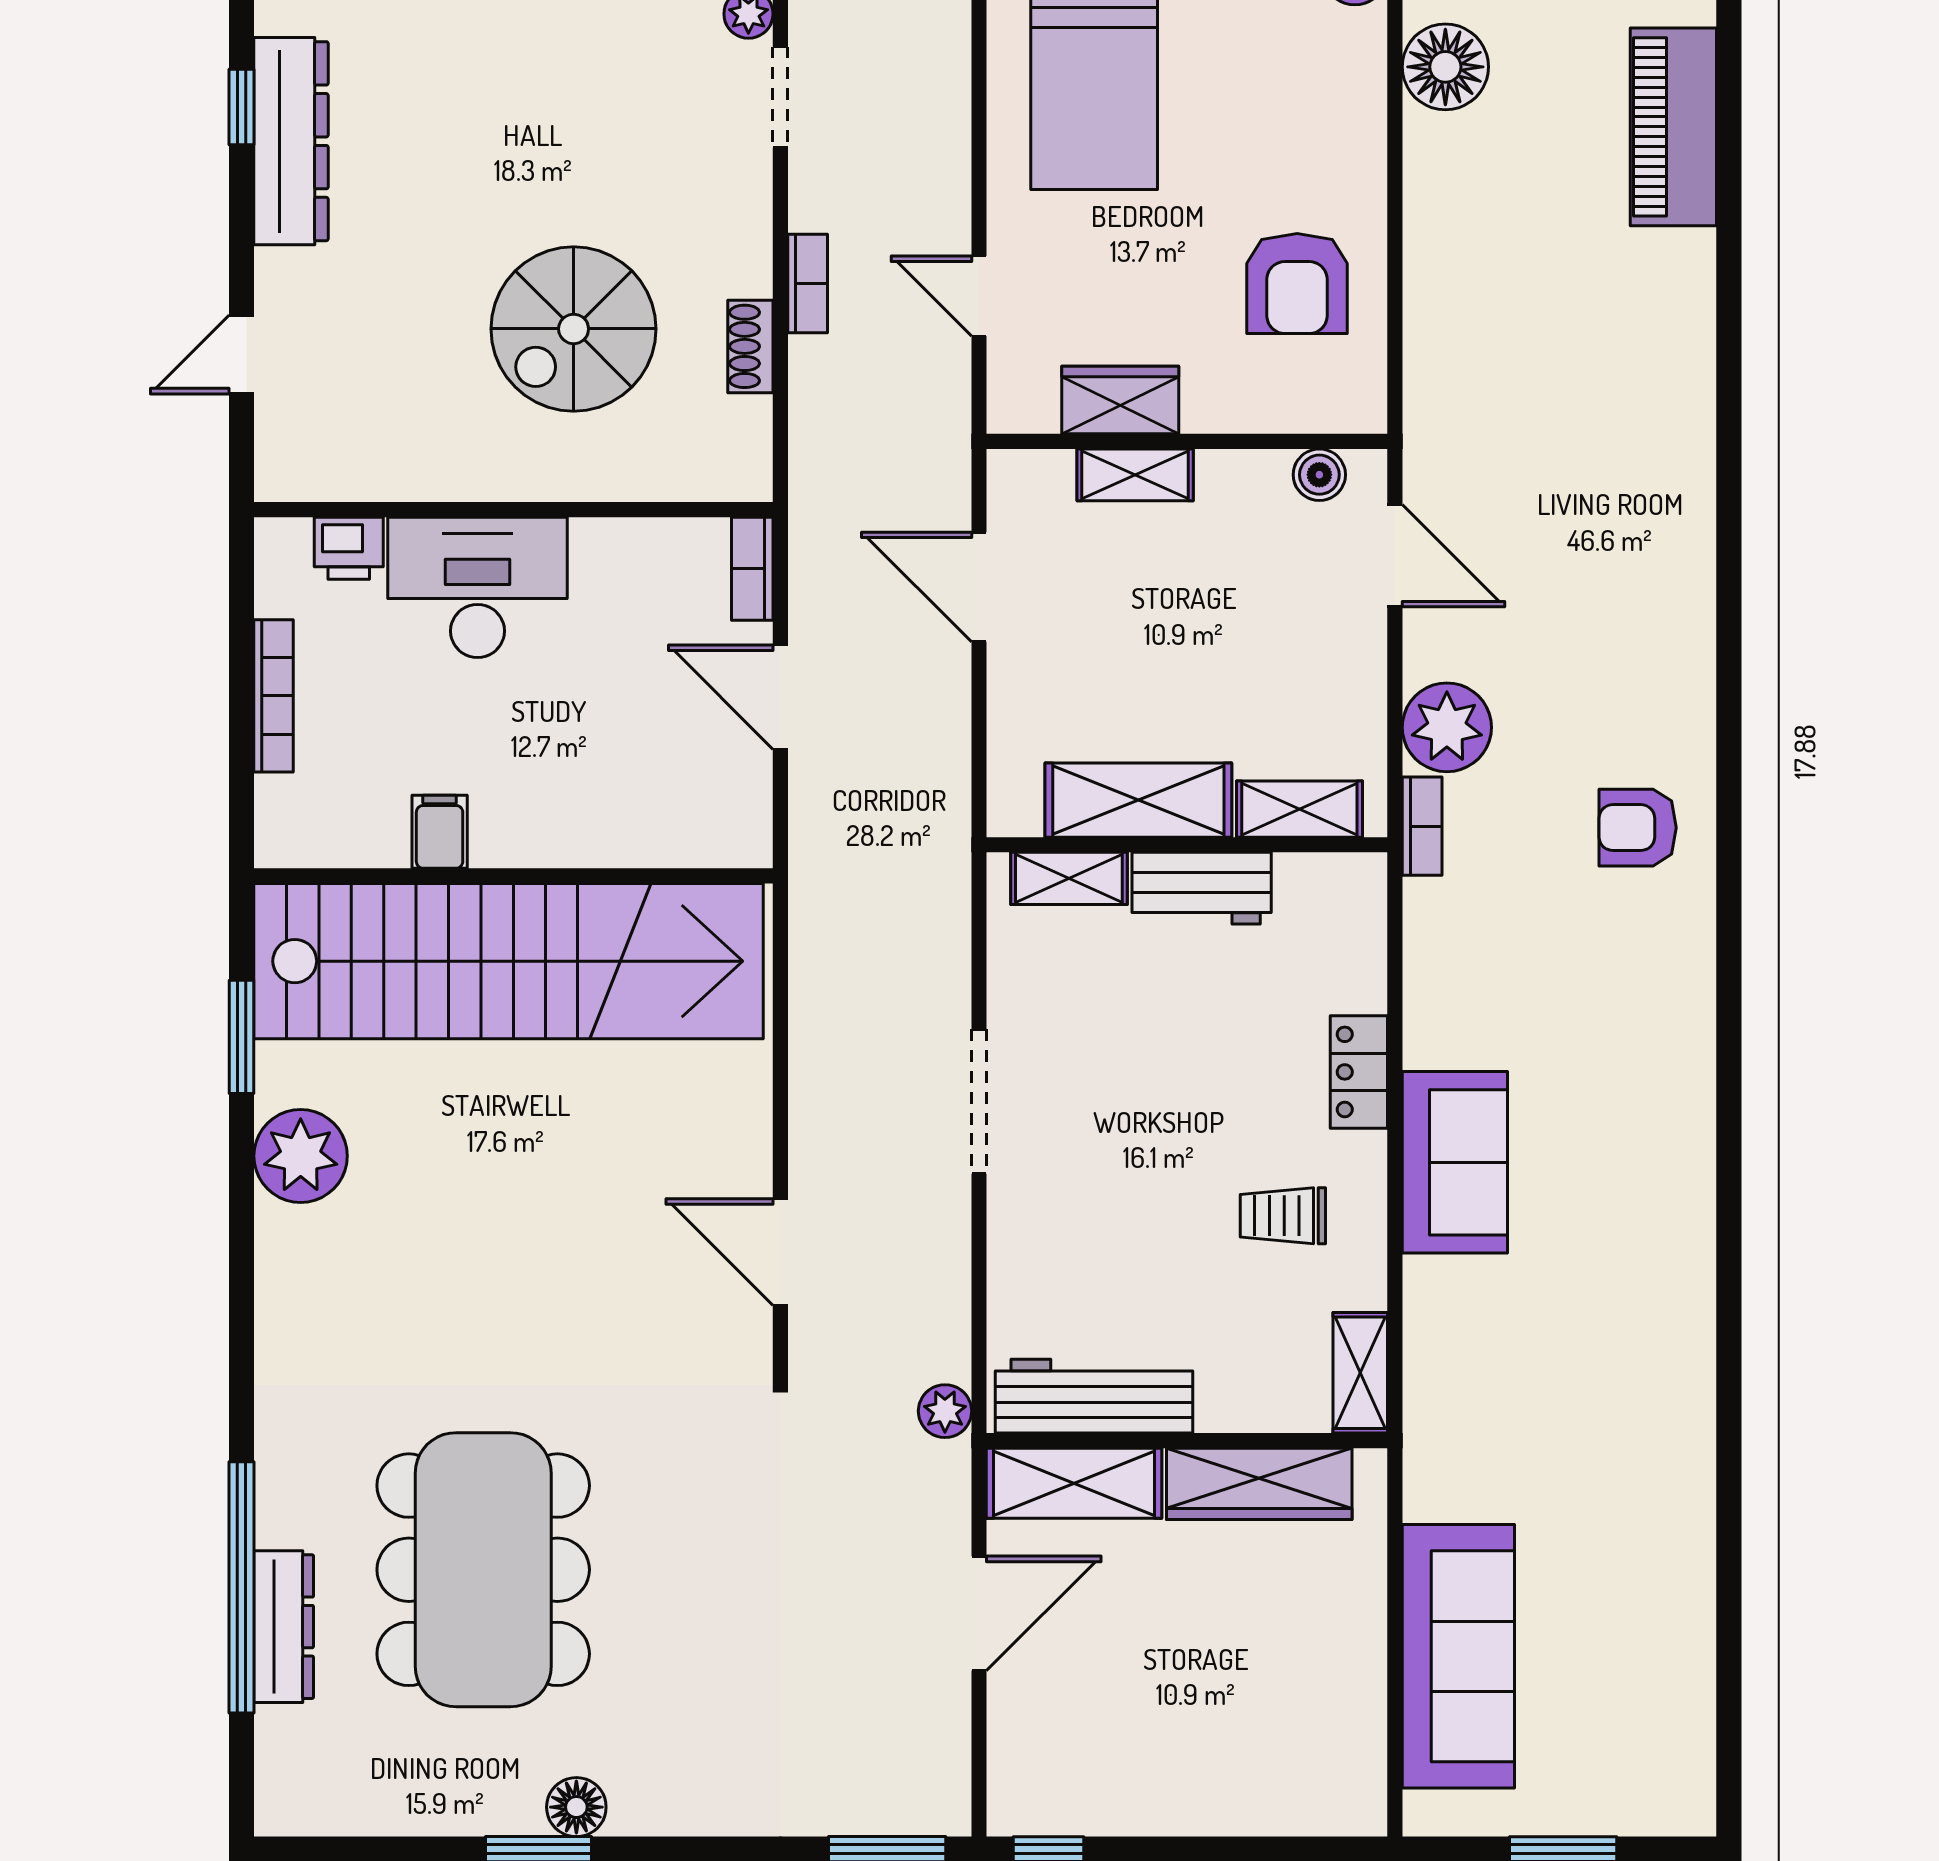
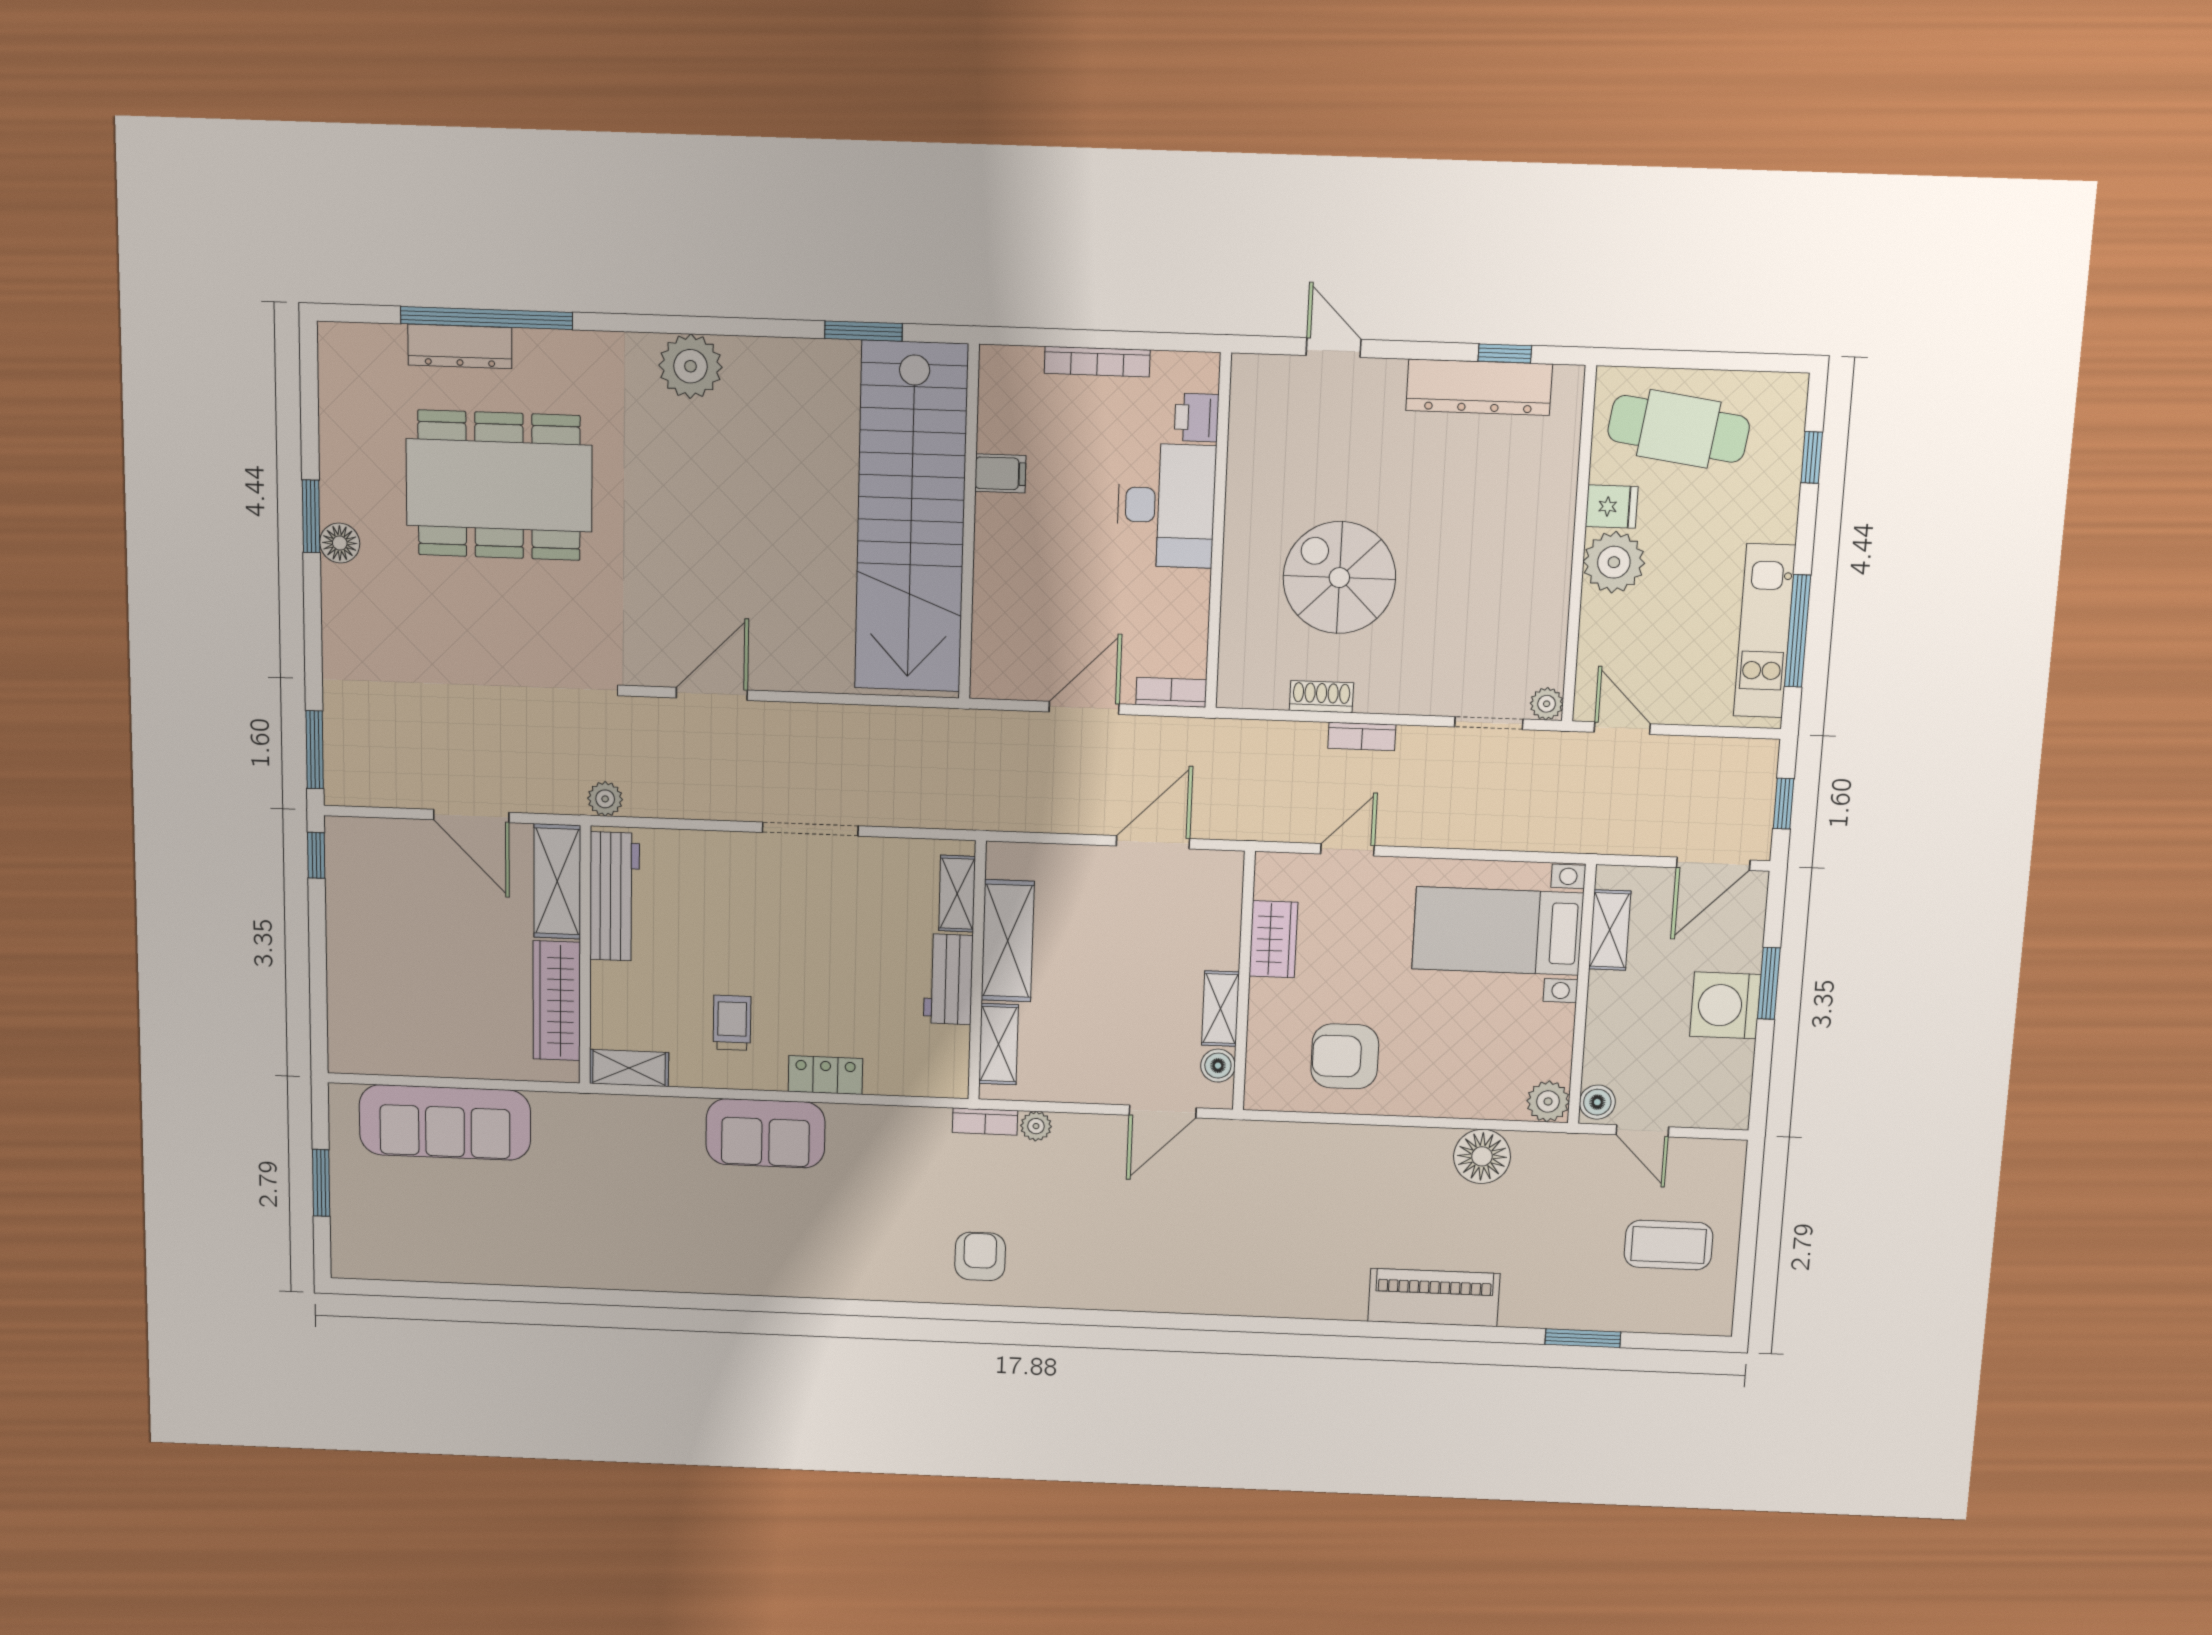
shelving: (1135, 475) -> (1220, 1009), moved
plant: (1447, 727) -> (1036, 1126), width x0.53, depth x0.53
plant: (301, 1156) -> (690, 366), moved

